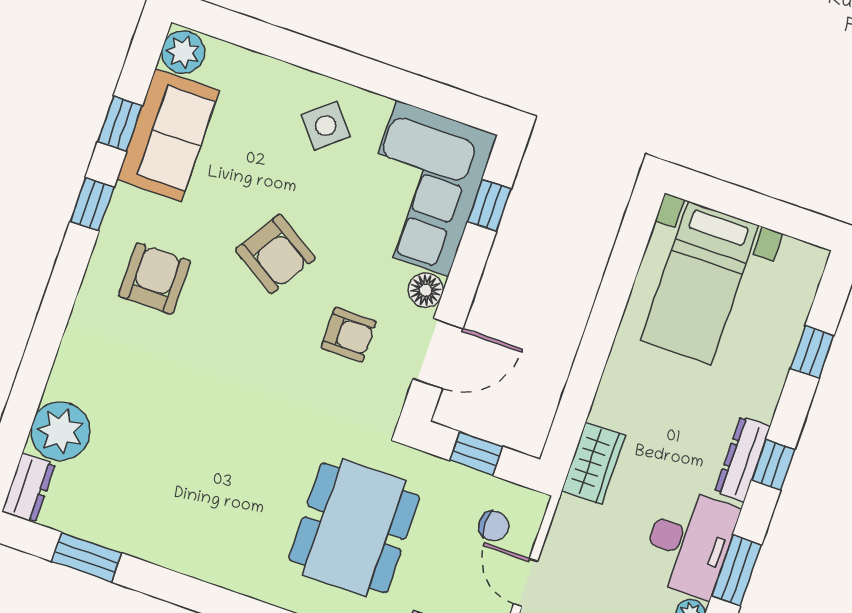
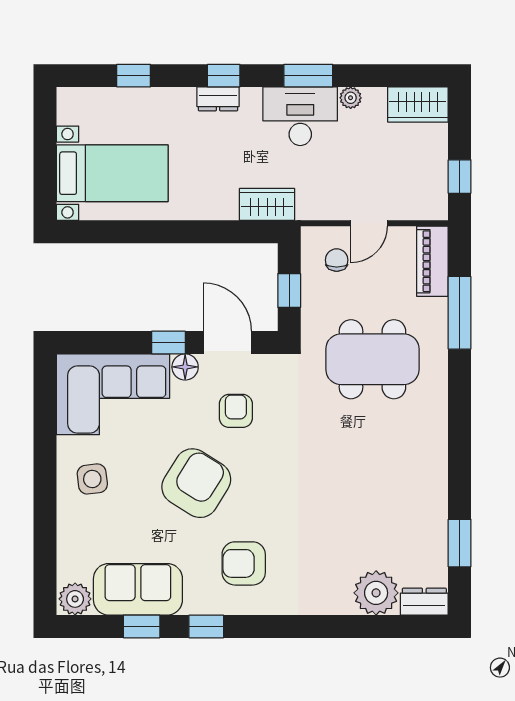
side table: (326, 126) -> (92, 479), turned 33
window: (489, 205) -> (168, 342), moved
armchair: (275, 254) -> (196, 483), width x1.36, depth x1.36
dresser: (743, 459) -> (218, 99), width x0.70

